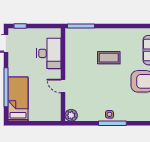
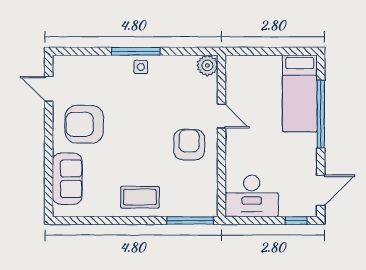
desk: (49, 53) -> (252, 196), moved, turned -90
coffee table: (109, 58) -> (140, 197), moved
armchair: (82, 70) -> (189, 145), added

